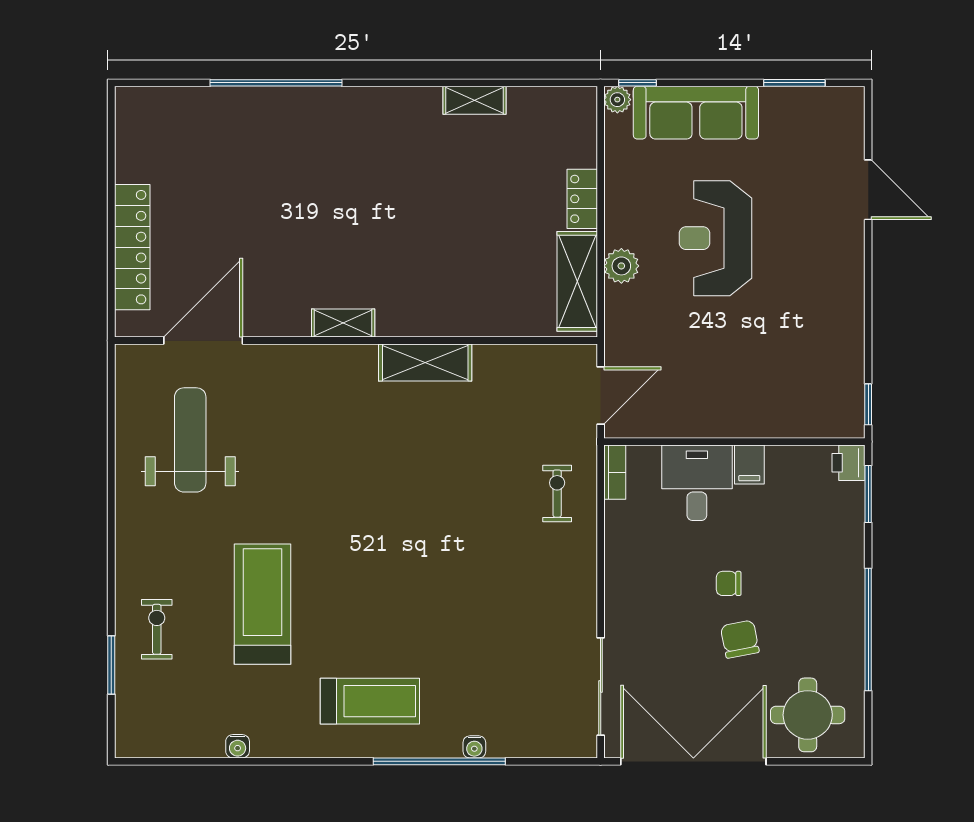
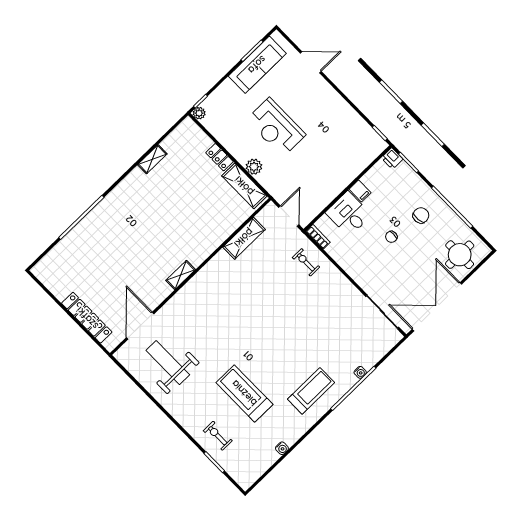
sofa: (696, 113) -> (257, 65), moved
shelving: (425, 362) -> (244, 238), moved
chair: (740, 639) -> (421, 215), moved, turned 96

